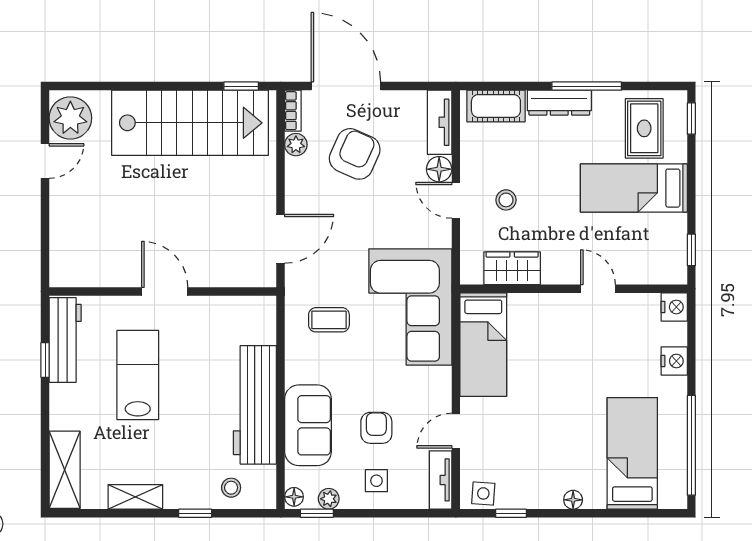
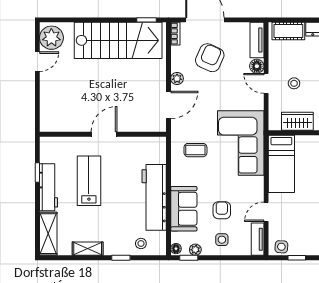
plant: (296, 145) -> (177, 79), moved
door: (165, 291) -> (104, 134), hinge flipped
workbench: (65, 340) -> (49, 187), moved

